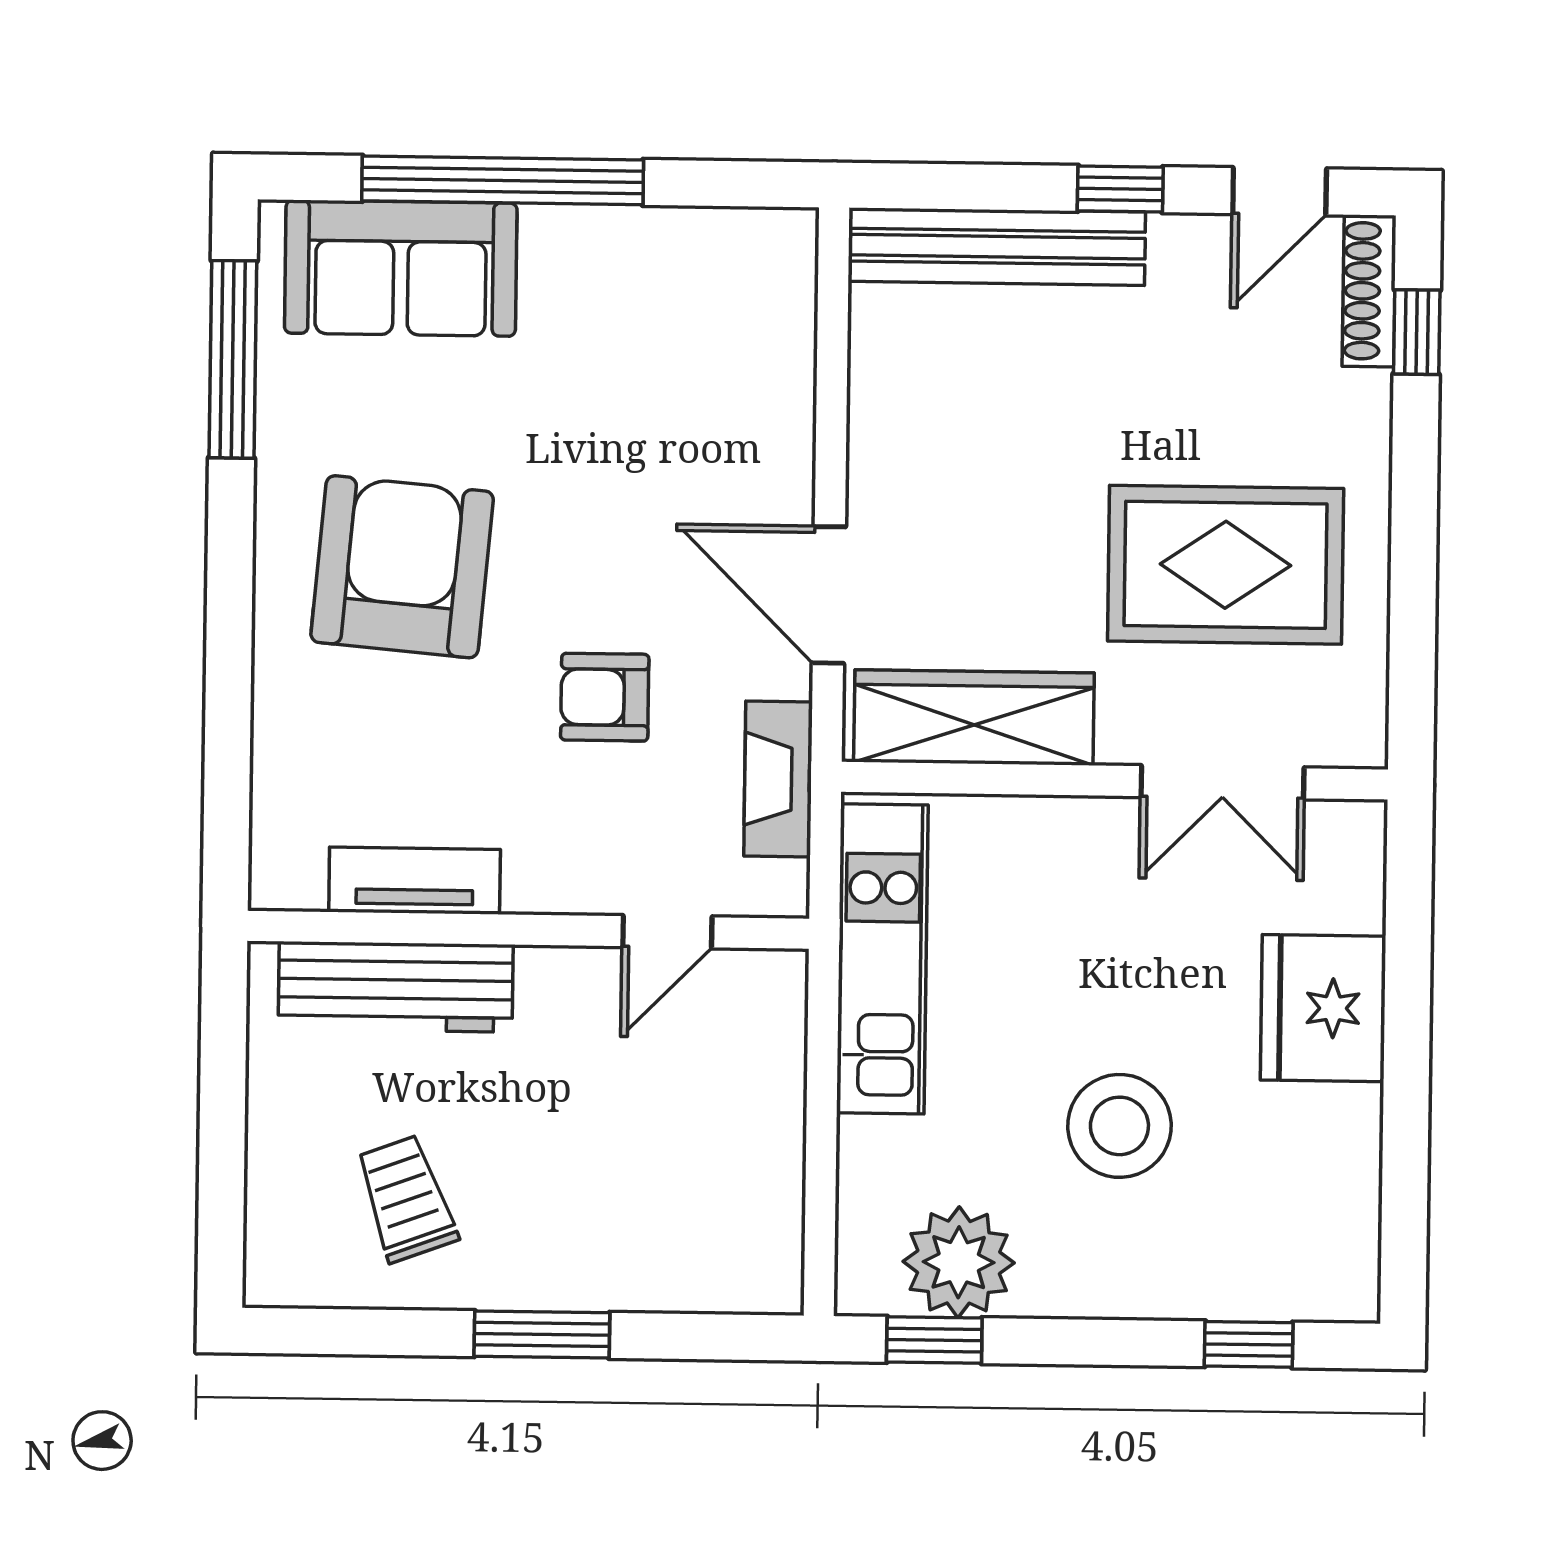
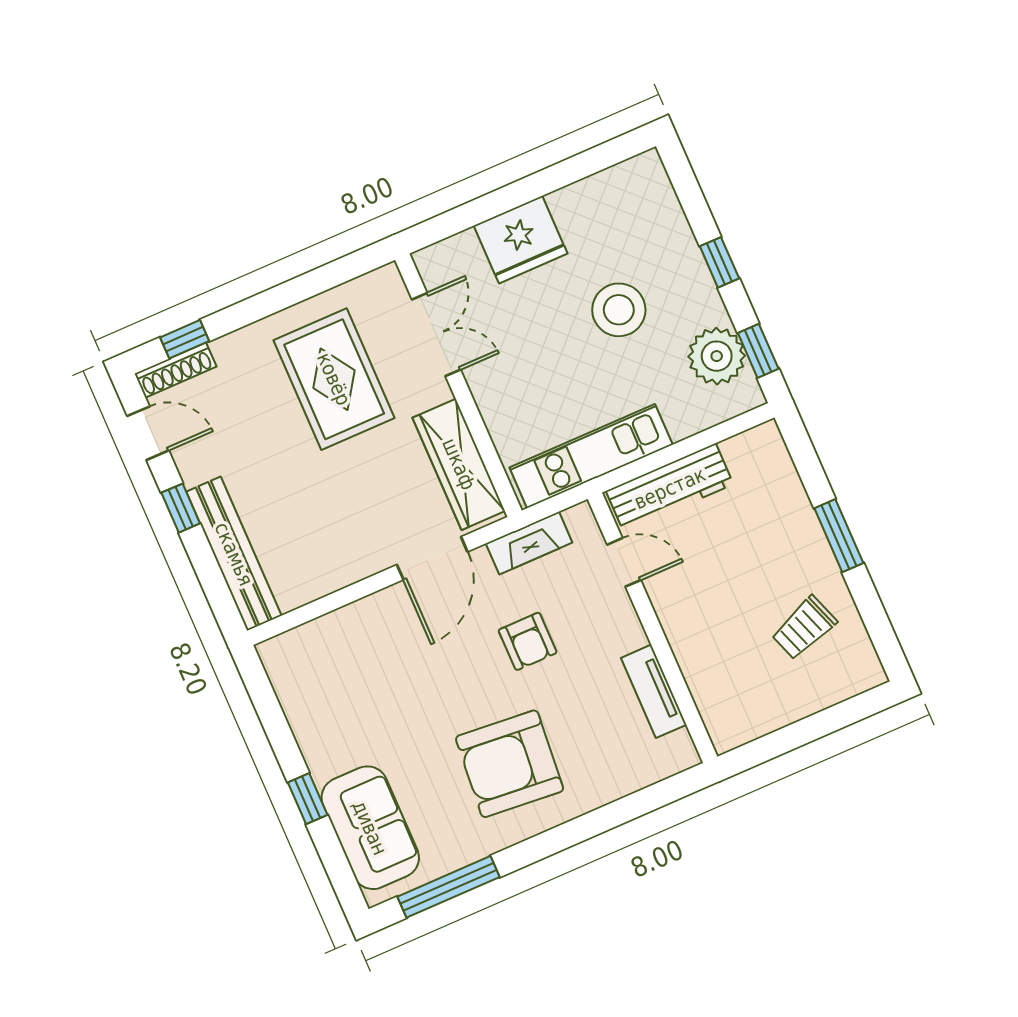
window: (503, 180) -> (308, 799), width x0.32
workbench: (396, 987) -> (670, 488), moved, turned 90
window: (1249, 1344) -> (719, 262), moved

